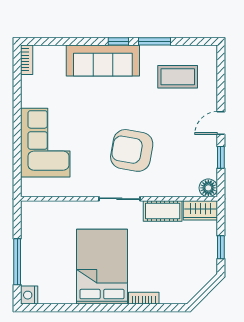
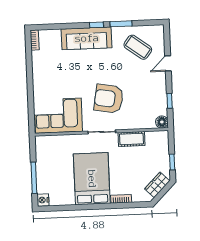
coffee table: (178, 77) -> (138, 47), turned 37
door: (221, 123) -> (168, 63), moved
corner sofa: (45, 143) -> (58, 116), moved, turned -90
wardrobe: (200, 210) -> (157, 185), moved, turned 135

